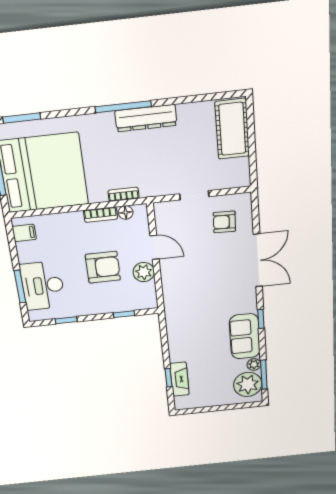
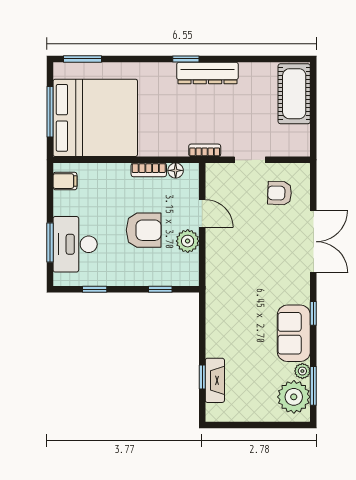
window: (123, 107) -> (186, 59), width x0.46
bookcase: (124, 194) -> (205, 150), moved

